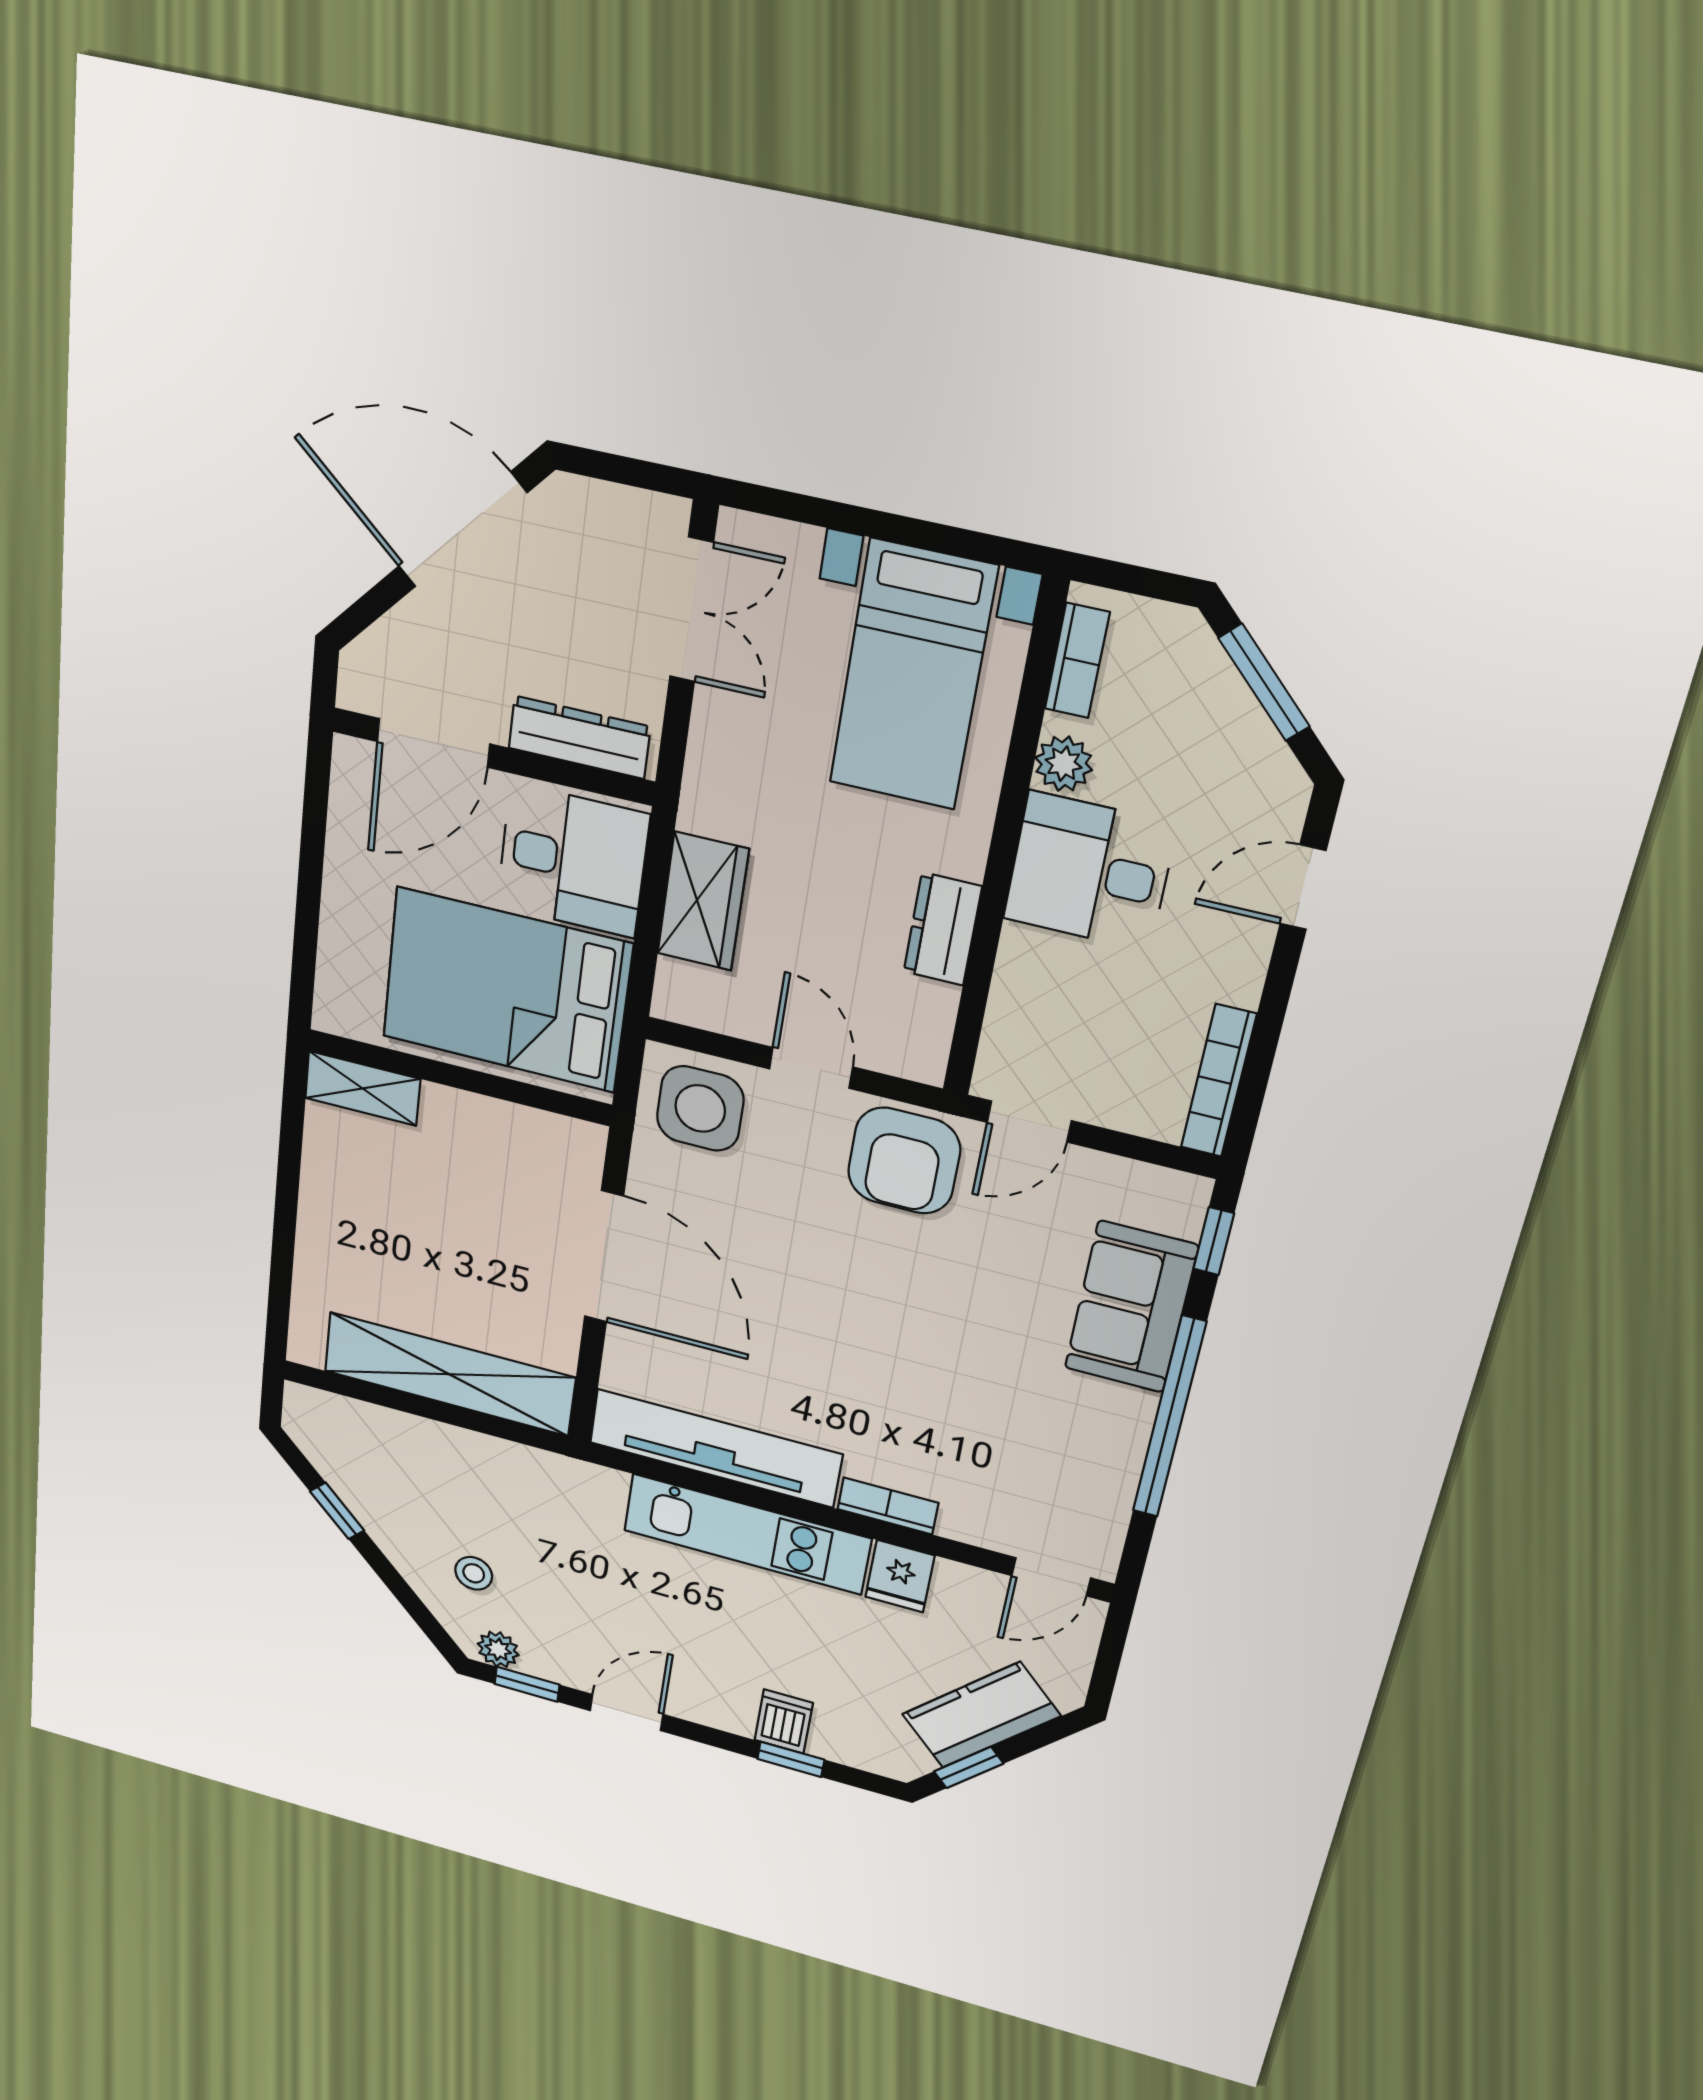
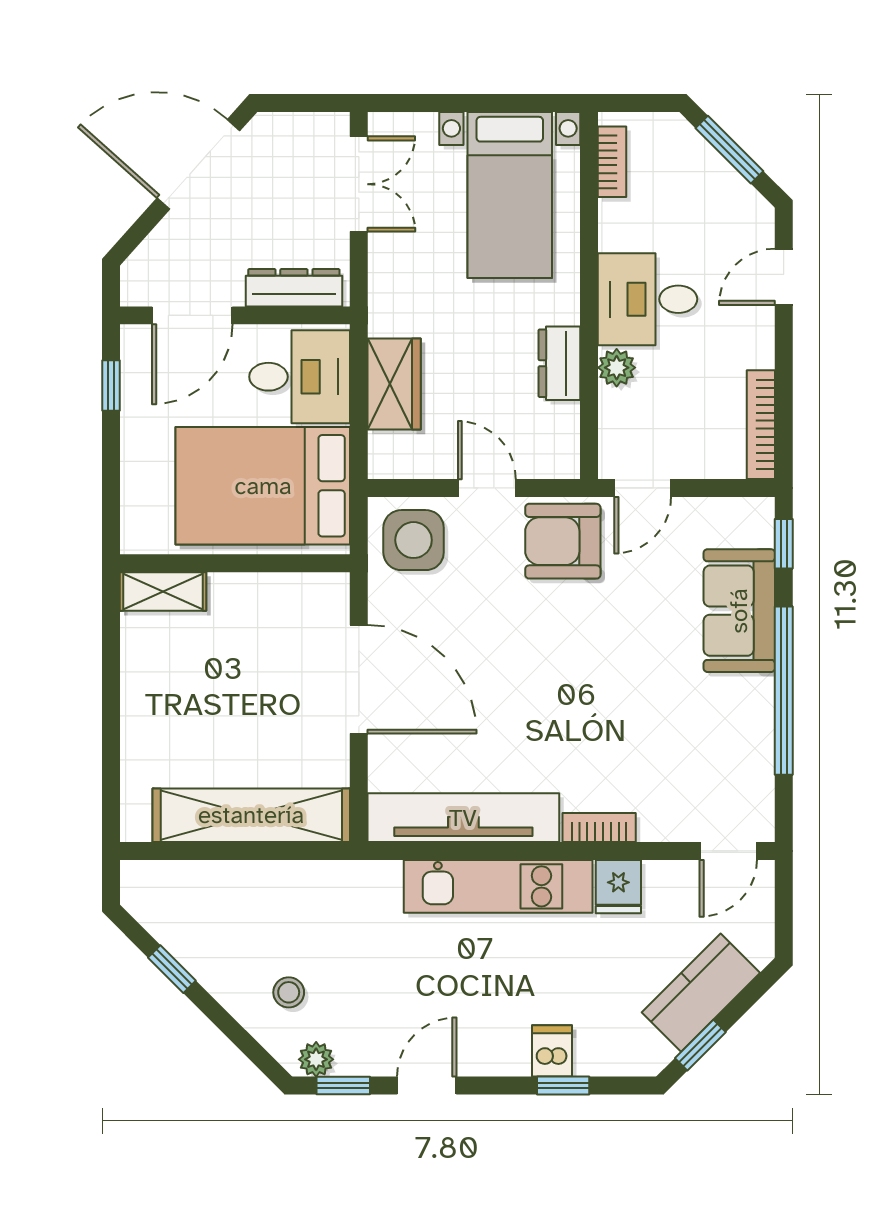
plant: (1064, 764) -> (617, 368), moved
window: (315, 811) -> (111, 386), added
armchair: (904, 1161) -> (563, 541), turned 90

